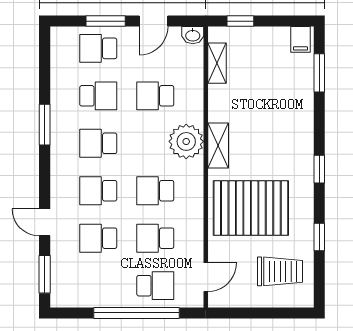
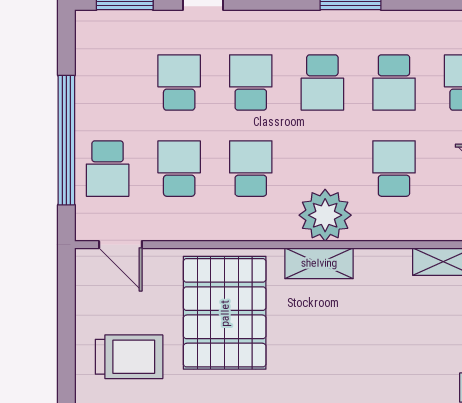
school desk: (98, 143) -> (322, 82), turned 180
trolley: (280, 271) -> (129, 357), turned -90

